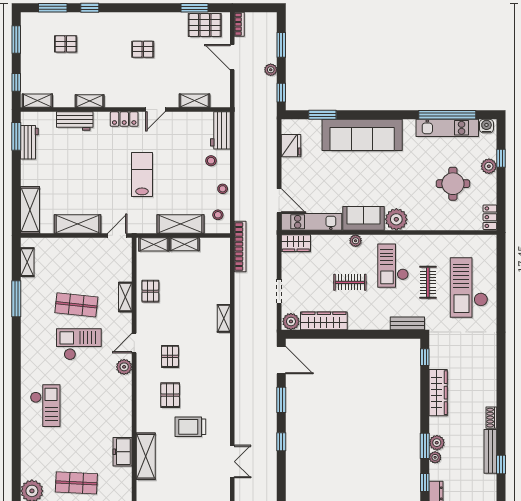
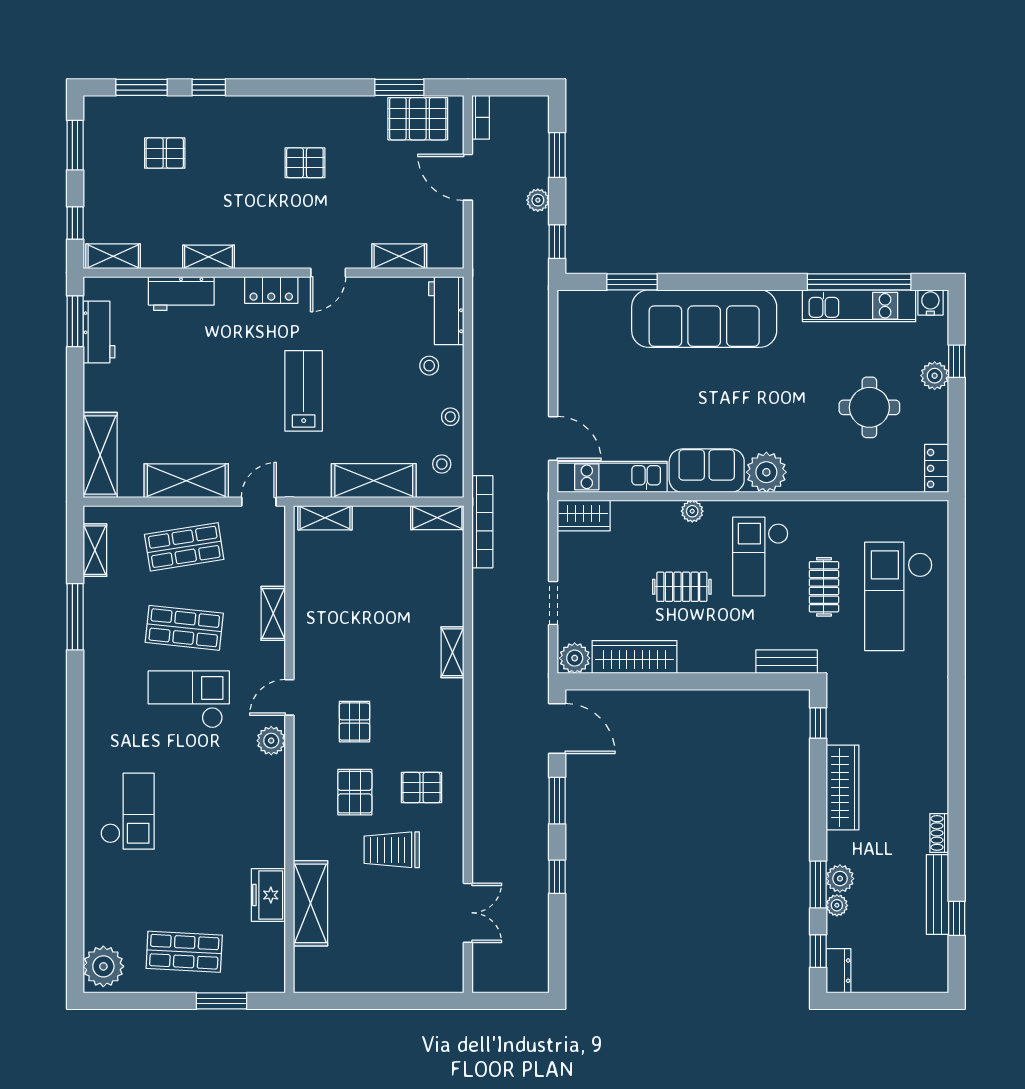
fridge: (291, 146) -> (575, 338), removed
shelving: (184, 244) -> (437, 518), moved
shop shelf: (76, 260) -> (184, 547), added
pallet: (150, 291) -> (421, 788), moved, turned 90

